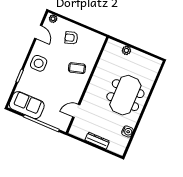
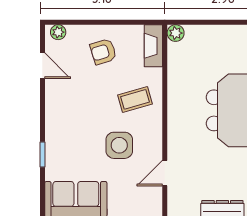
fireplace: (97, 45) -> (153, 46), added
plant: (126, 50) -> (176, 33), moved
side table: (39, 63) -> (119, 145), moved

